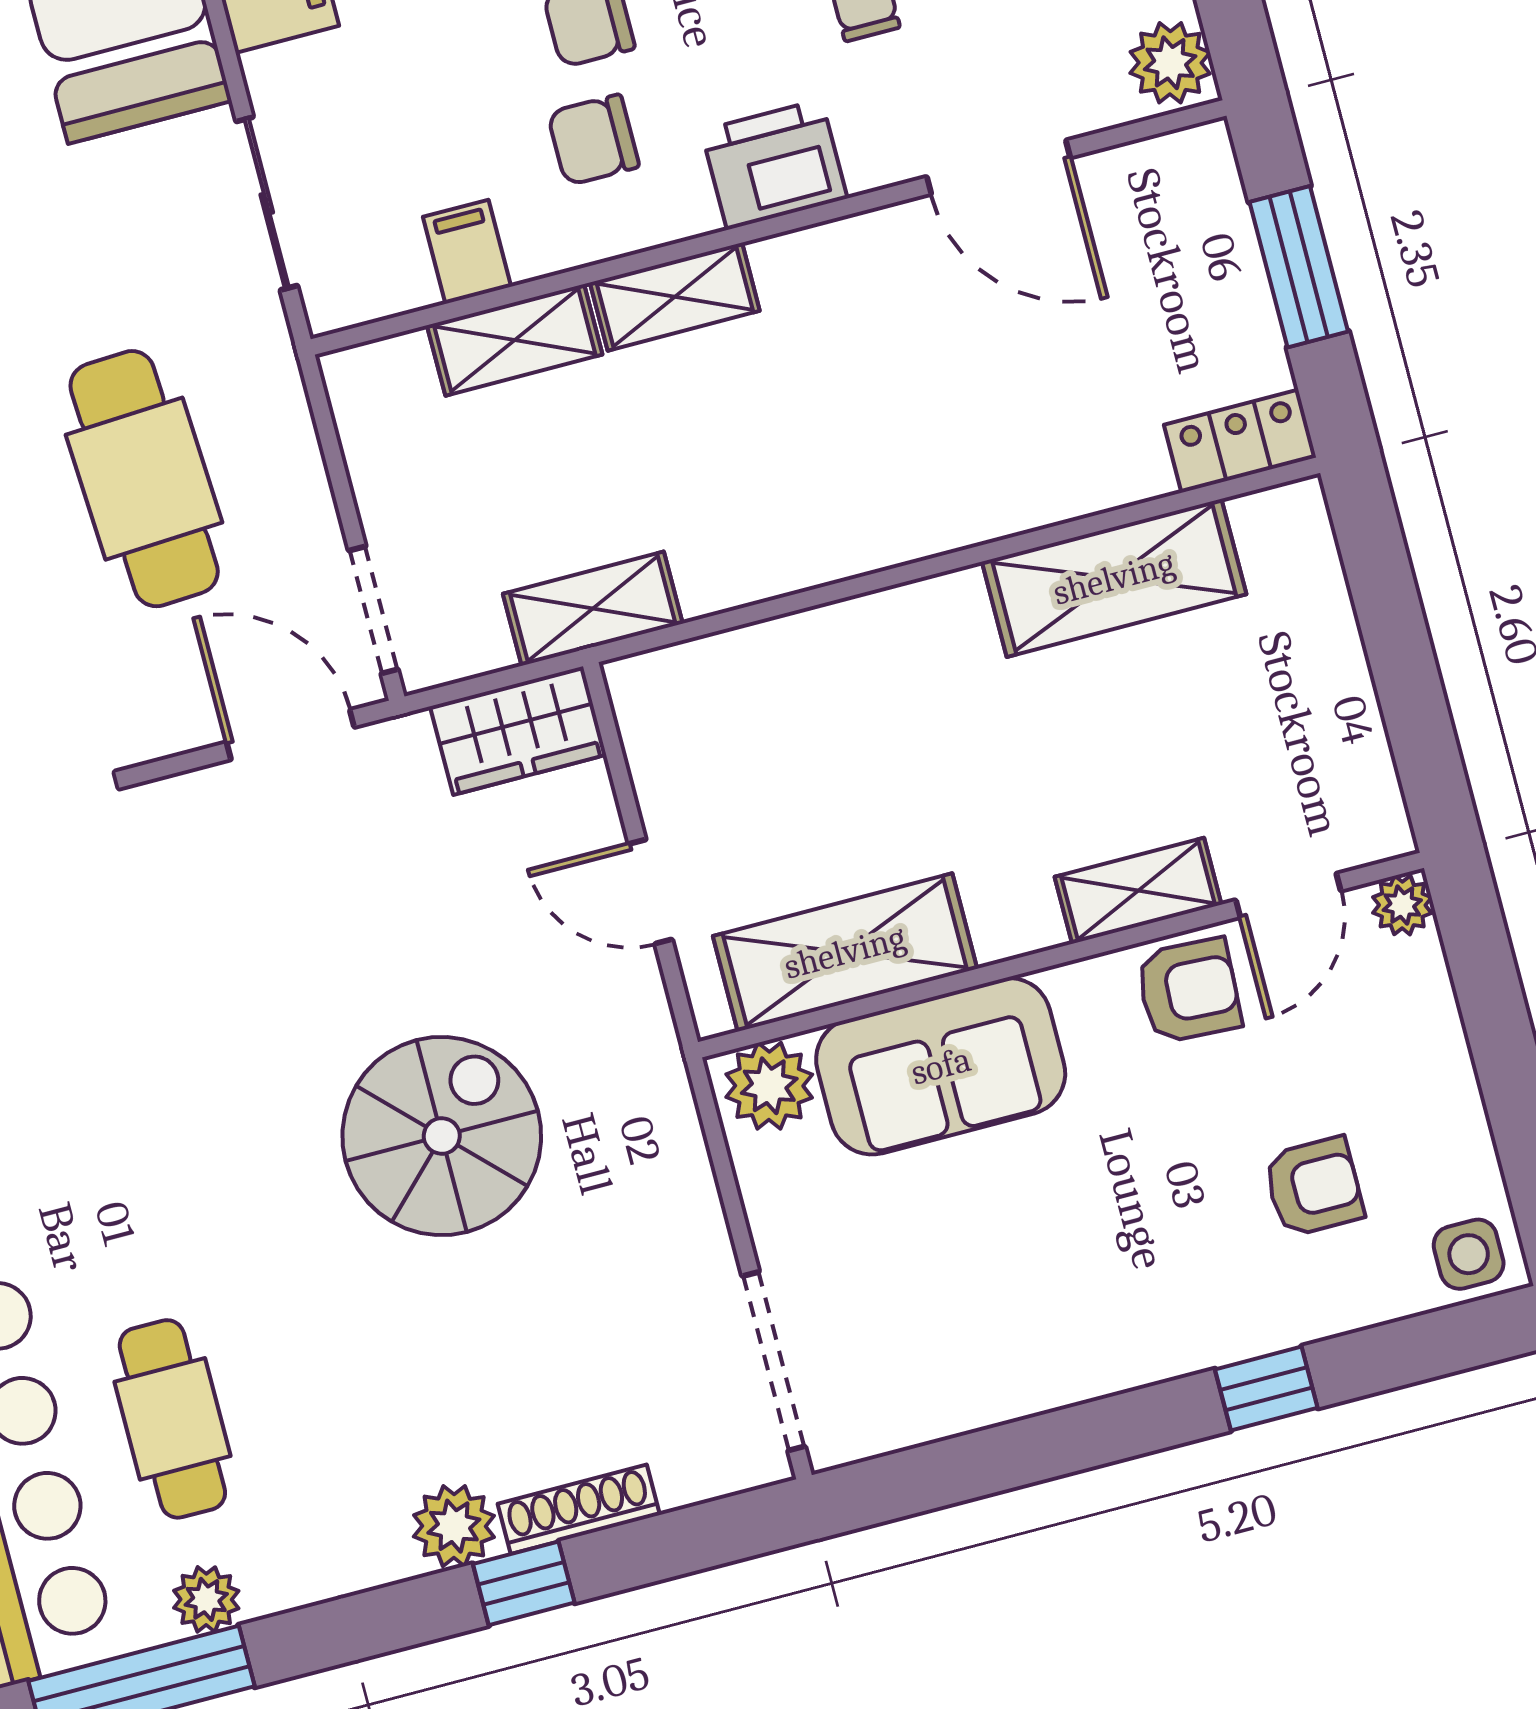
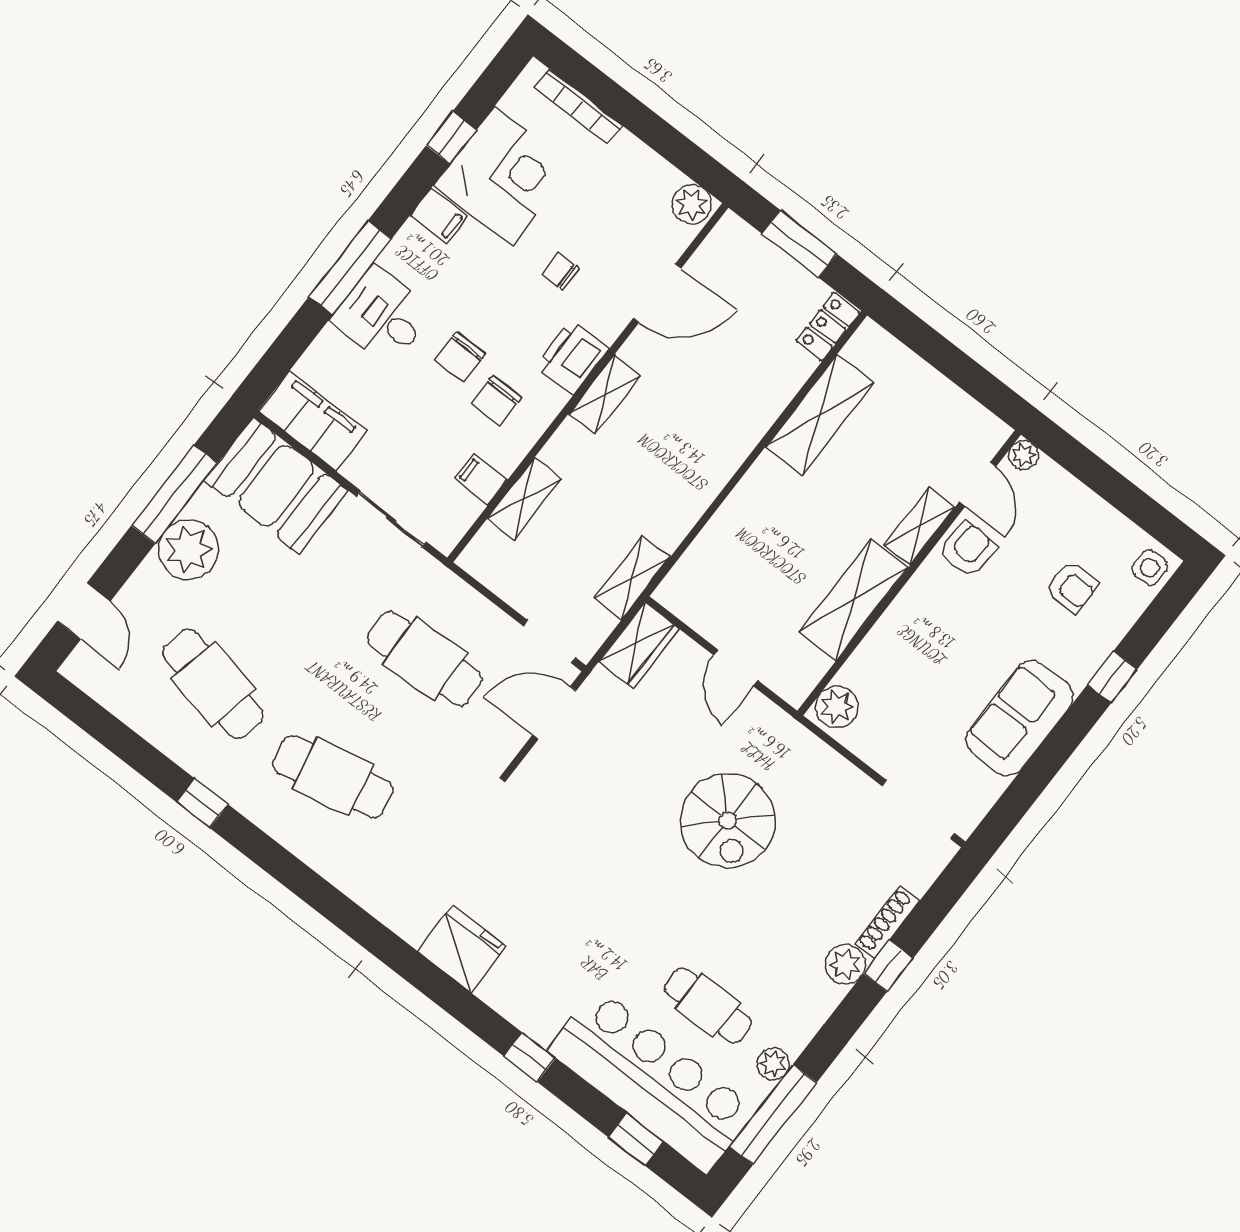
shelving: (675, 297) -> (605, 394), moved
door: (650, 892) -> (736, 668), hinge flipped
shelving: (845, 952) -> (854, 600), moved
sofa: (941, 1066) -> (1020, 718), moved, turned 180
spiral stairs: (442, 1136) -> (728, 821), turned 180
armchair: (1314, 1187) -> (1072, 587), turned 90

